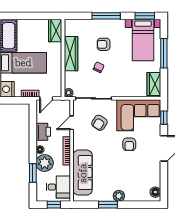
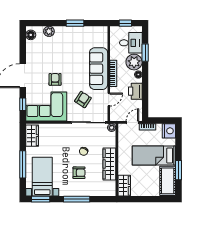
sofa: (83, 173) -> (99, 69), moved
desk: (58, 187) -> (131, 43), moved, turned 180
plant: (119, 196) -> (49, 31), moved

